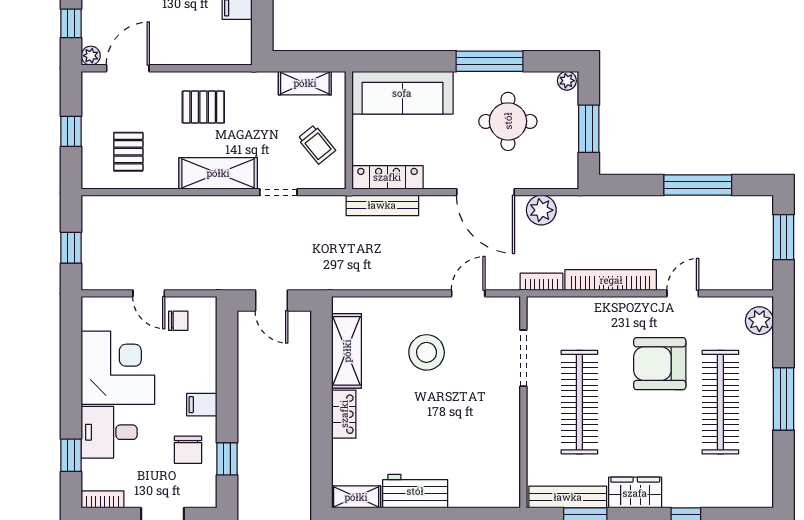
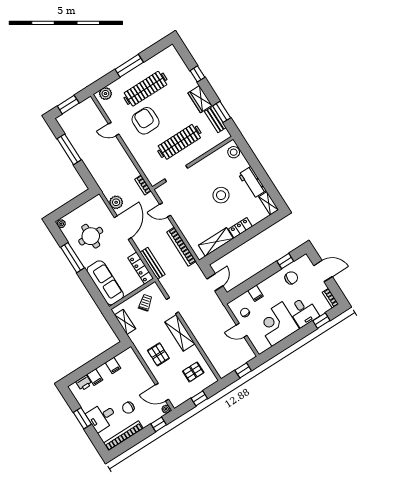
window: (589, 129) -> (74, 204), removed
bookcase: (611, 280) -> (181, 247), moved
door: (149, 293) -> (242, 330), swing flipped
stool: (427, 352) -> (221, 195), moved
armchair: (660, 364) -> (146, 121), turned 180
filing cabinet: (202, 405) -> (256, 293), moved
stool: (495, 492) -> (234, 152), added
bench: (568, 497) -> (215, 120), width x0.73

